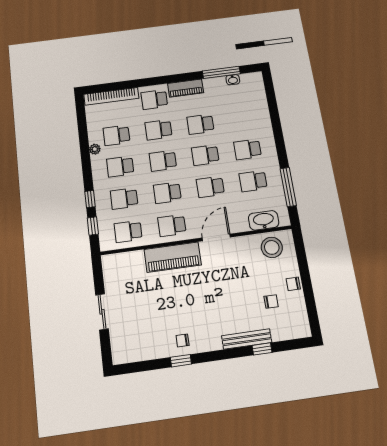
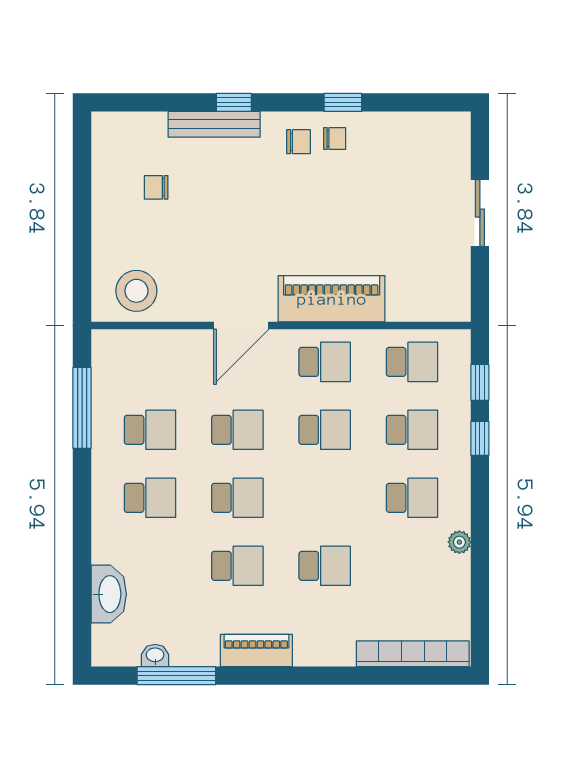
school desk: (154, 100) -> (325, 634), removed
school desk: (116, 135) -> (412, 566), removed
school desk: (163, 161) -> (325, 498), removed
washbasin: (264, 220) -> (109, 594), moved, turned -90
chair: (293, 284) -> (299, 142), moved
window: (262, 349) -> (234, 102), moved

